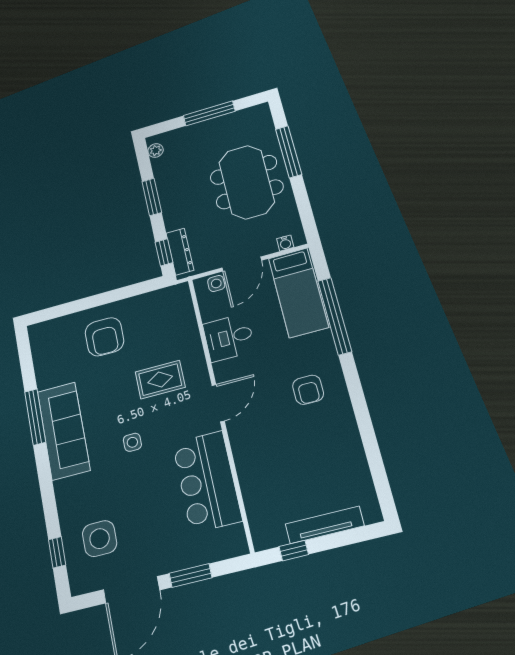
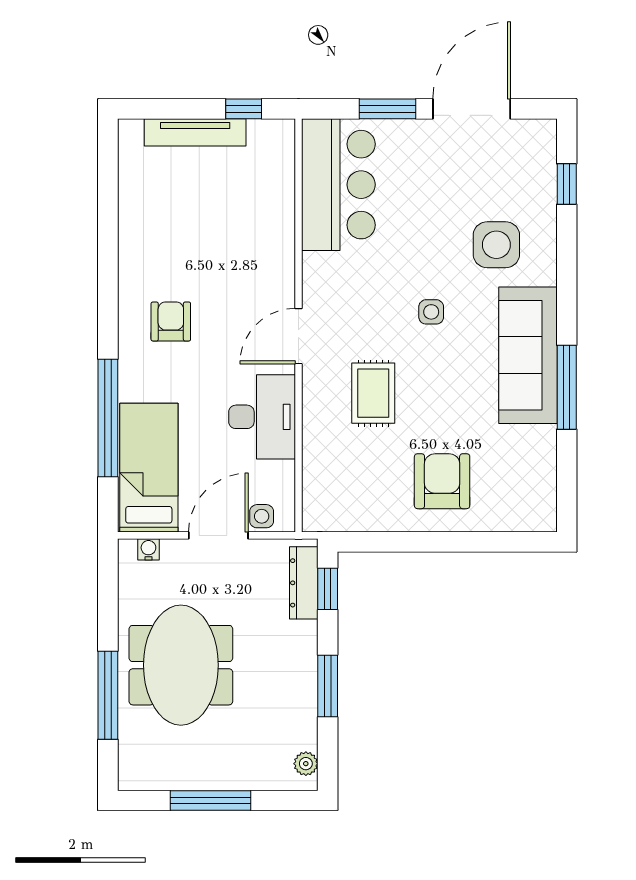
desk: (229, 338) -> (262, 417), width x1.37
rug: (160, 380) -> (373, 393), turned 90
bar counter: (207, 482) -> (338, 185), moved
side table: (100, 539) -> (496, 245), moved

